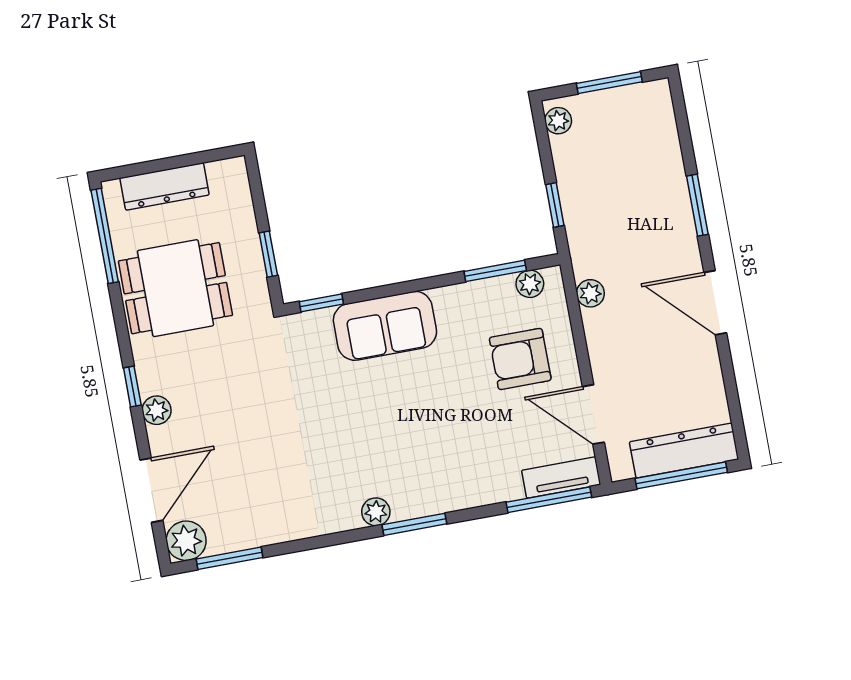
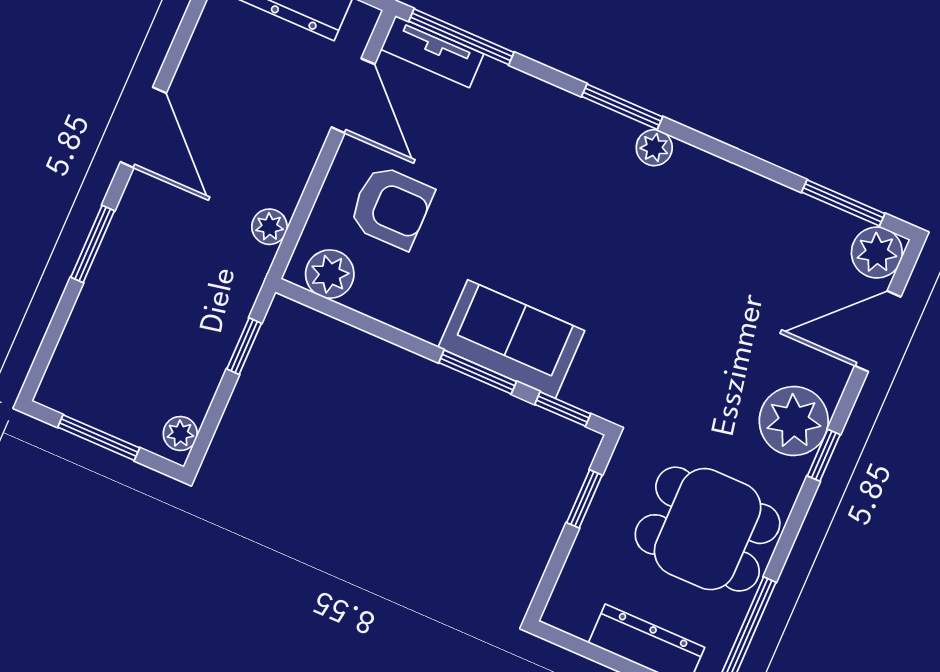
window: (495, 271) -> (478, 372), moved
plant: (530, 284) -> (330, 274), width x1.38, depth x1.38
plant: (157, 410) -> (794, 421), width x1.87, depth x1.87

